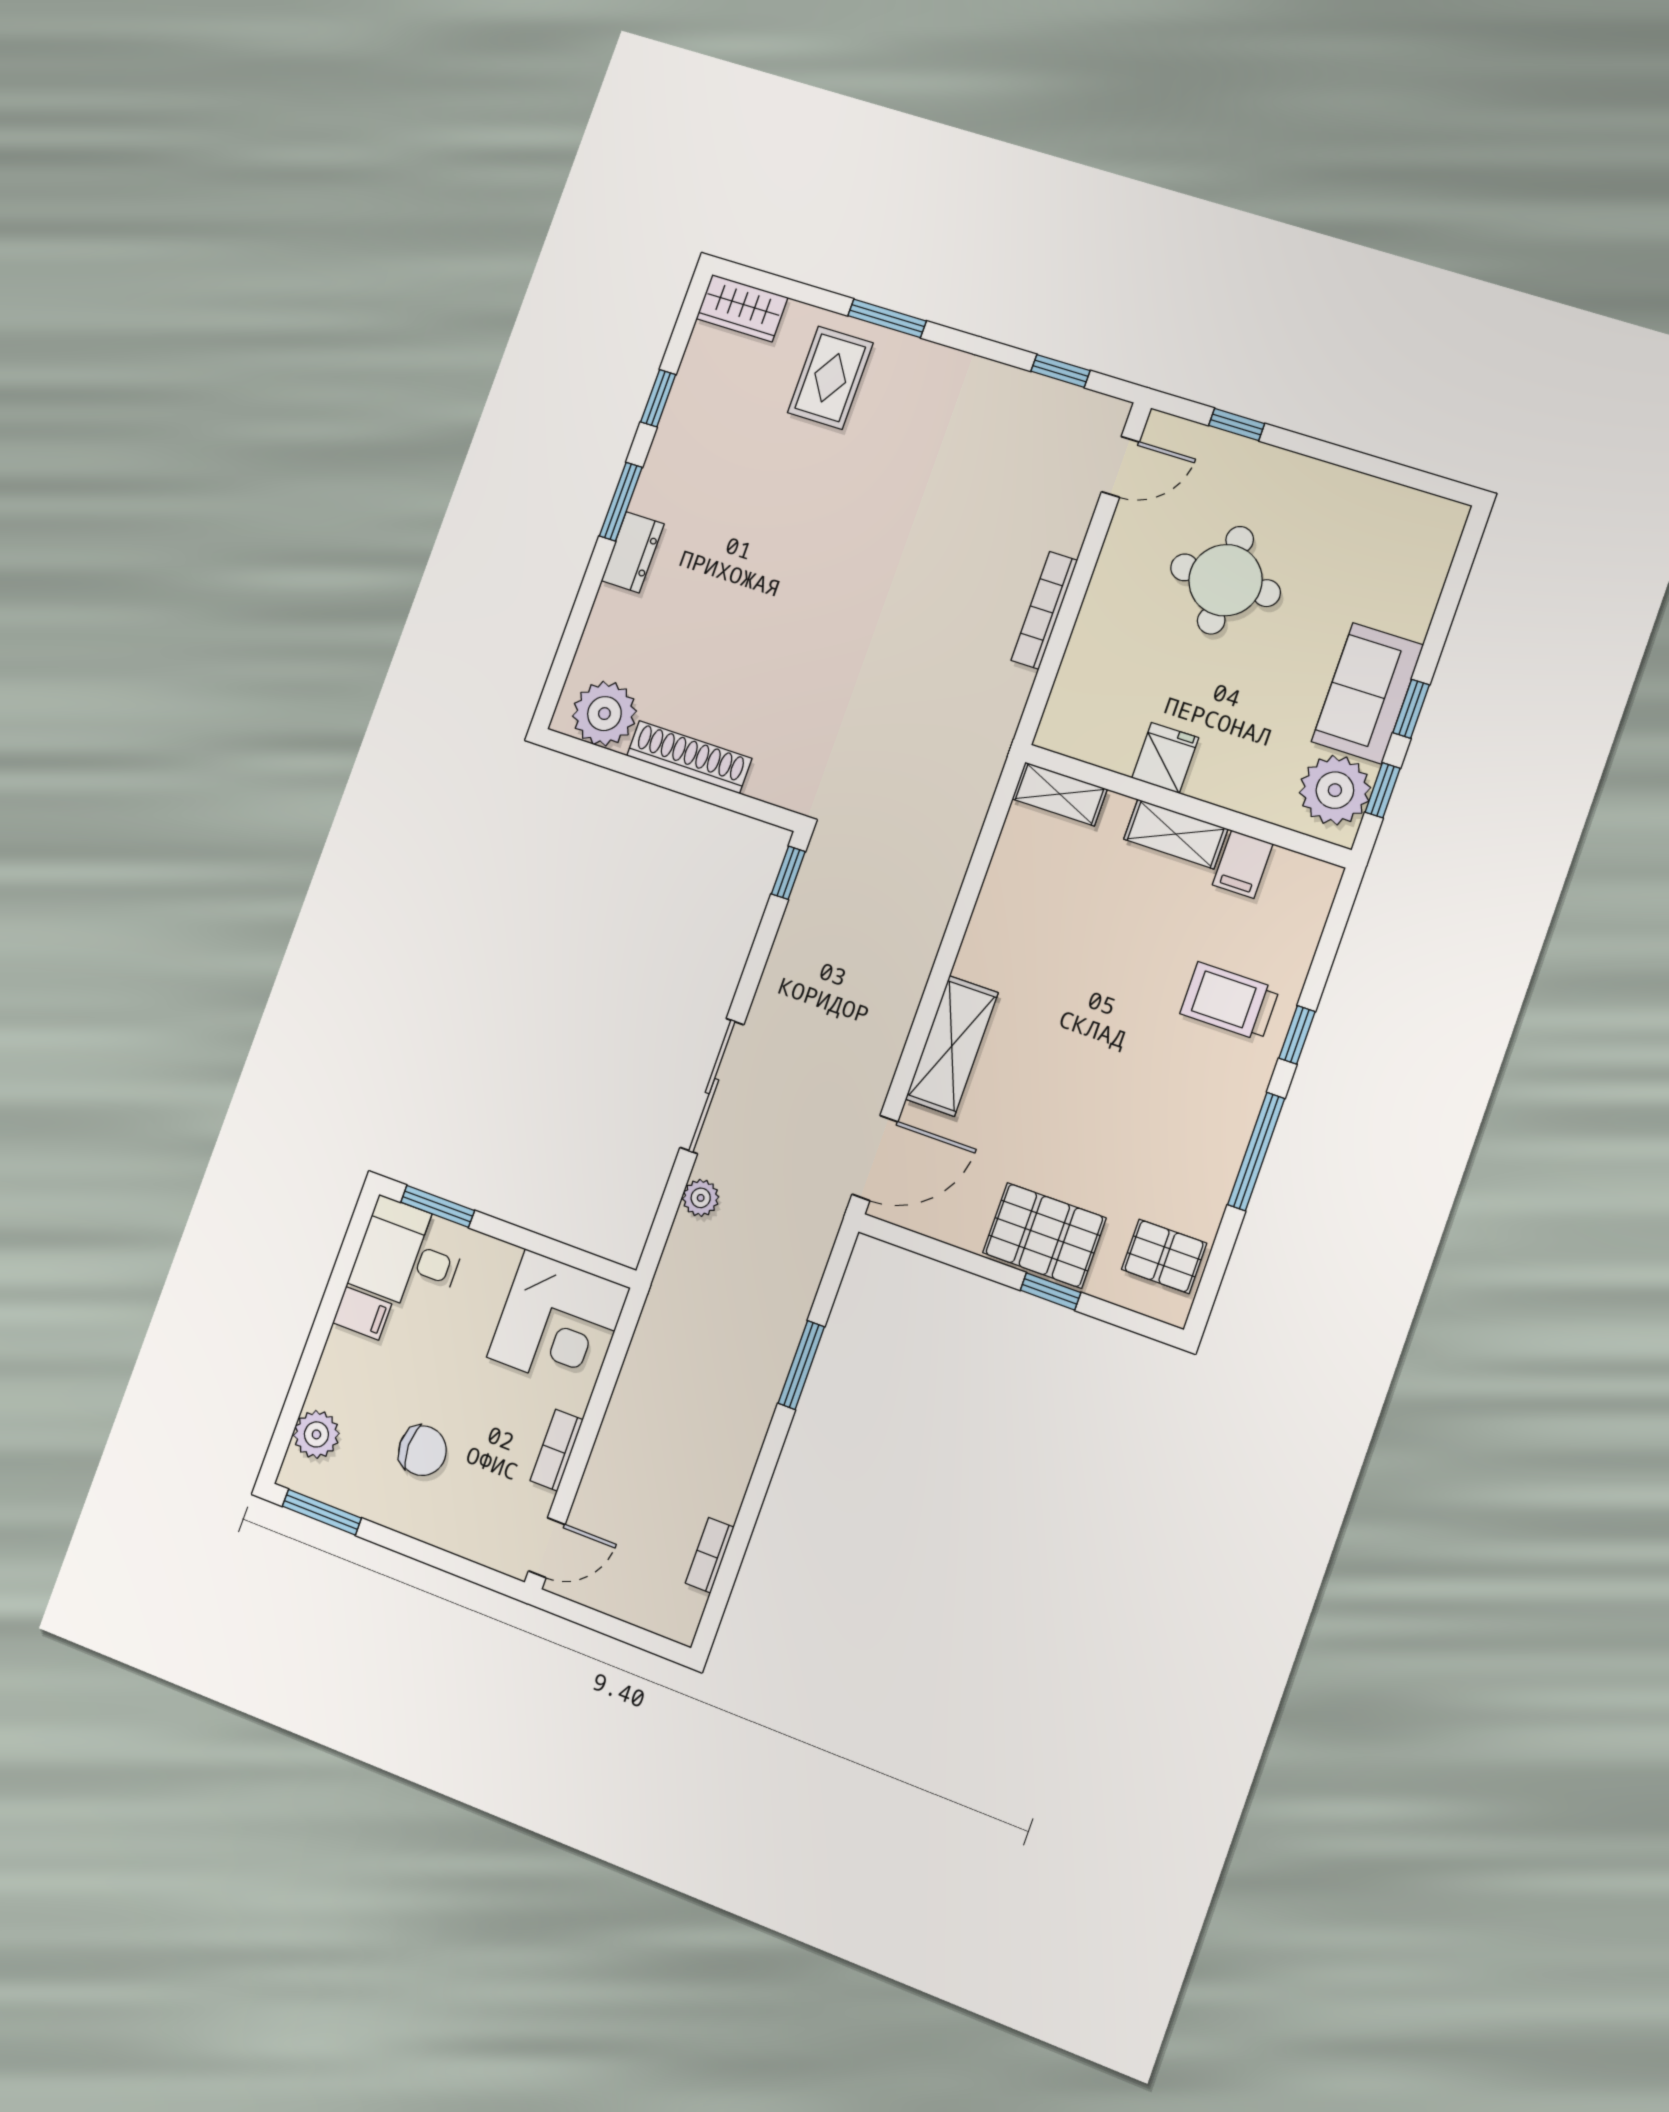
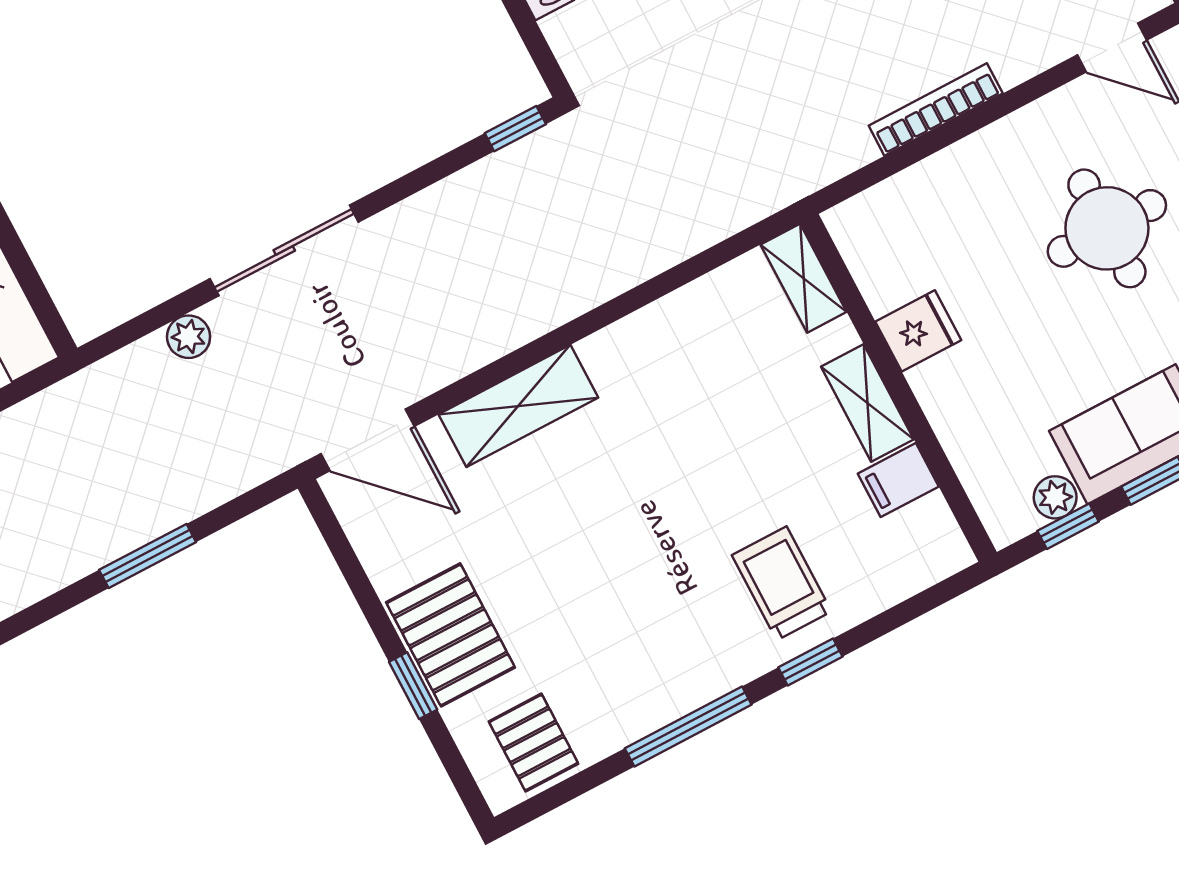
plant: (1335, 790) -> (1055, 497), width x0.53, depth x0.53

